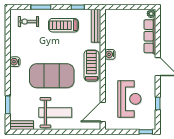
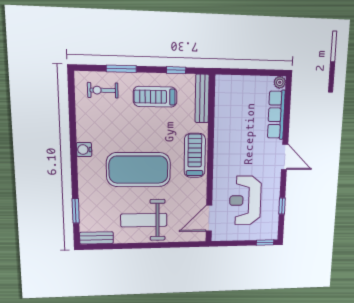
water cooler: (110, 54) -> (221, 140), removed
reception desk: (129, 99) -> (245, 200), turned 180
weight bench: (55, 113) -> (144, 220), turned 180

